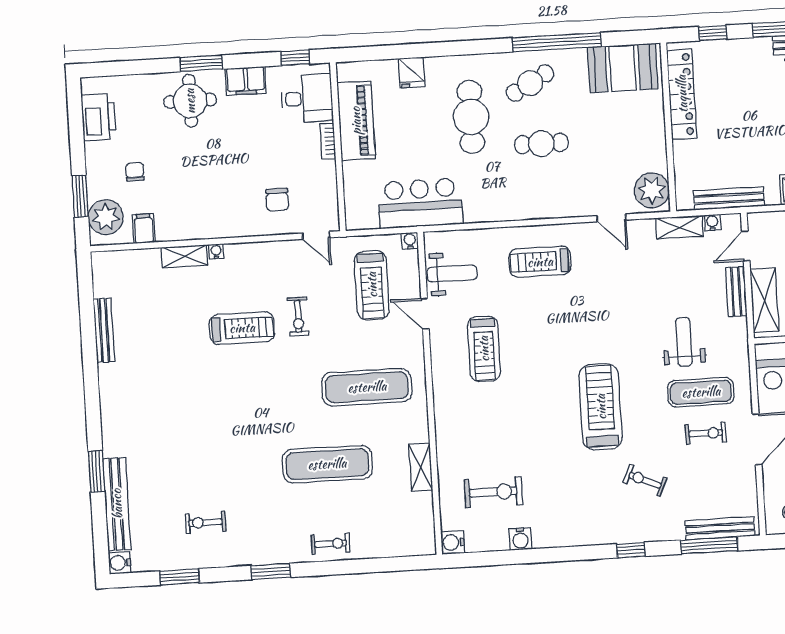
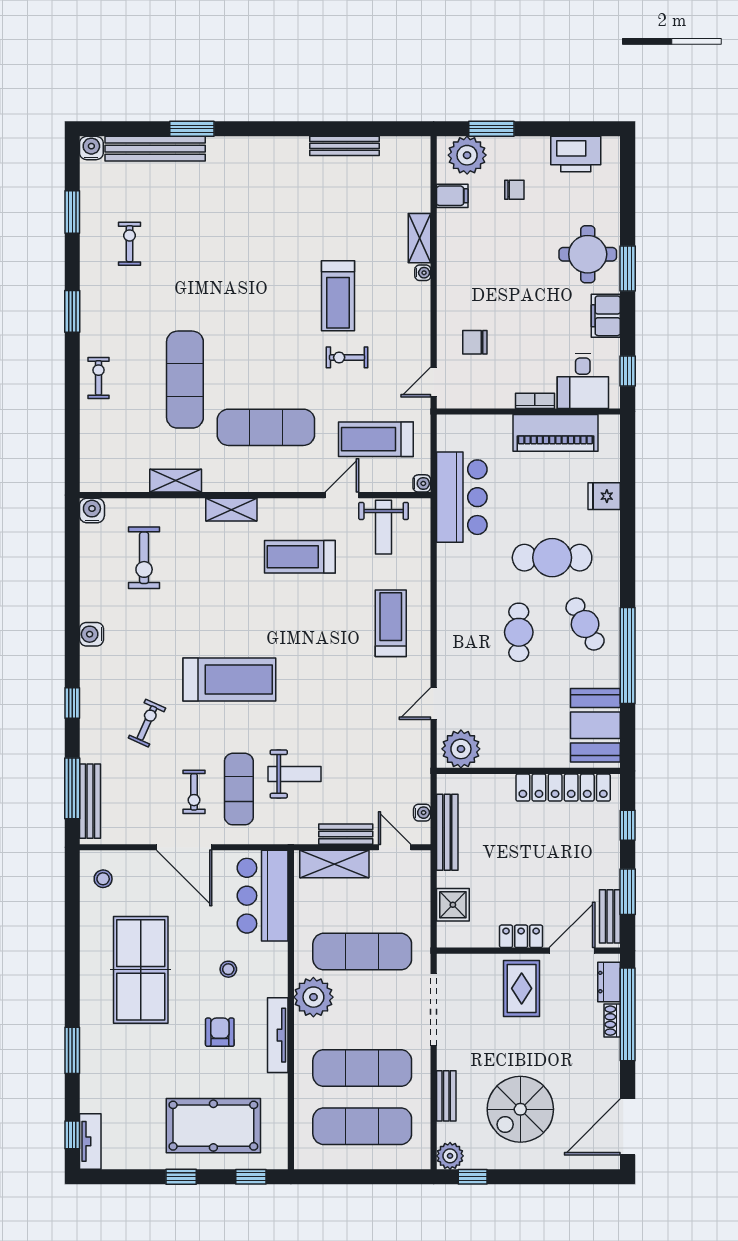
shelving: (679, 227) -> (231, 510), moved, turned 90
exercise mat: (367, 387) -> (266, 427), turned 90
water cooler: (520, 539) -> (92, 634), moved
exercise bike: (331, 544) -> (99, 378), turned 180

